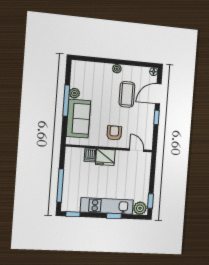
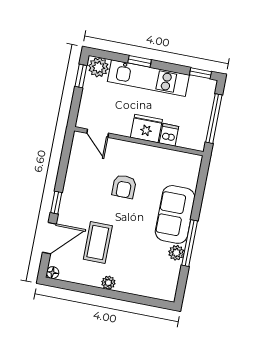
wall: (109, 148) -> (139, 141), moved
door: (137, 150) -> (98, 133), moved
dishwasher: (90, 155) -> (169, 135), moved
fridge: (105, 157) -> (146, 129), moved

